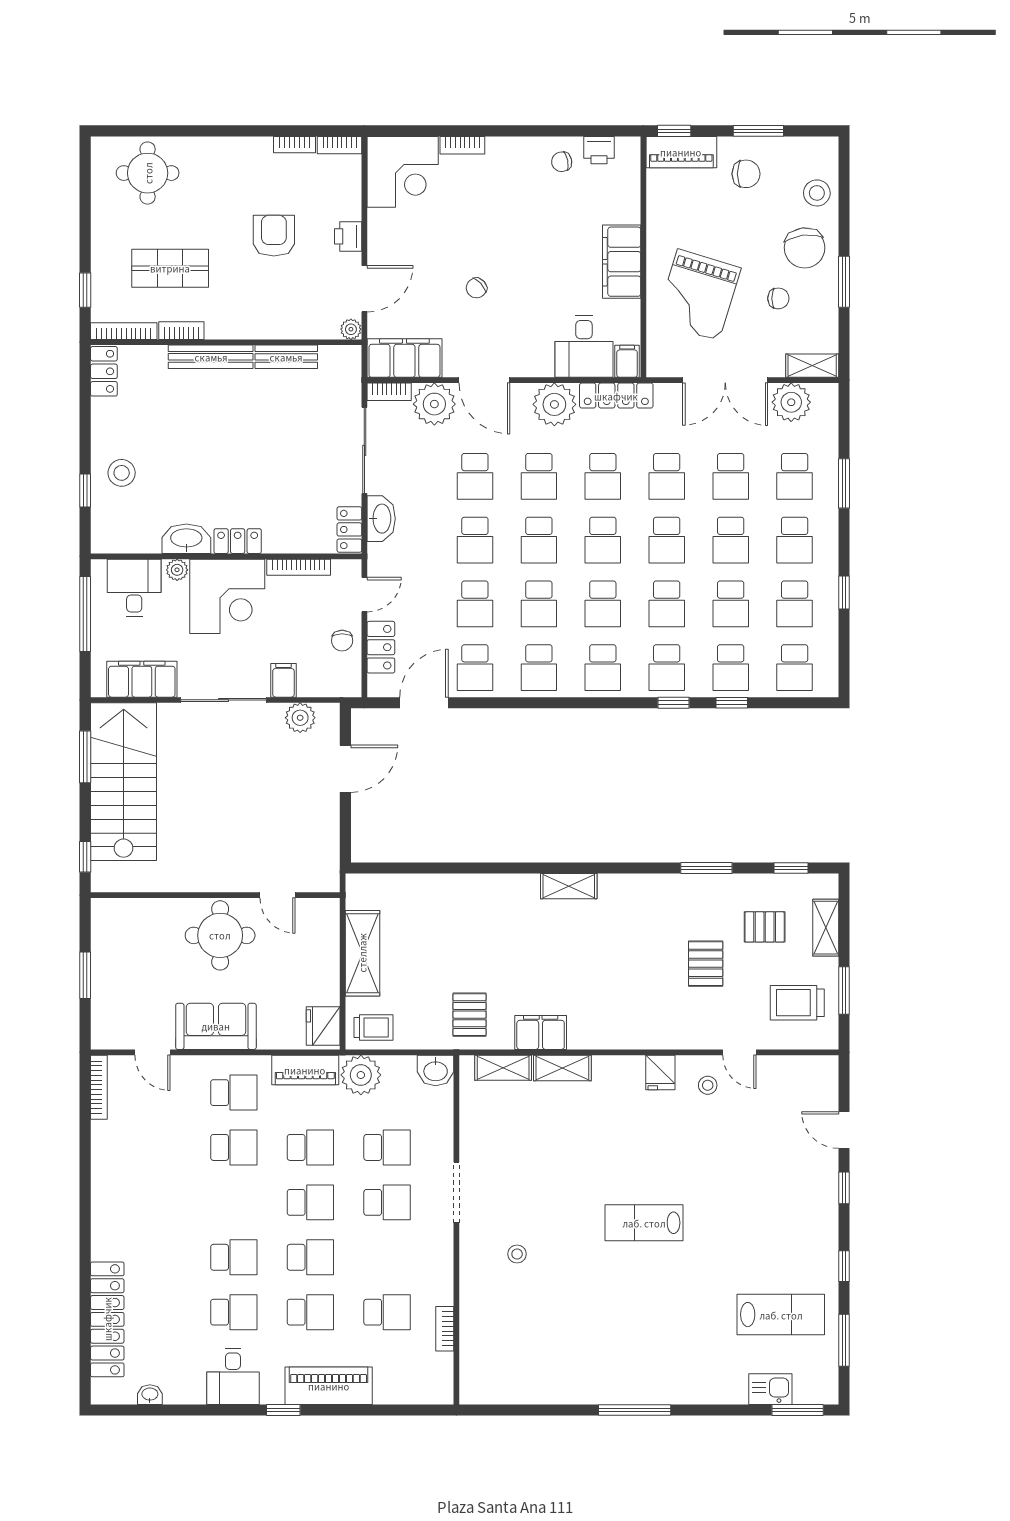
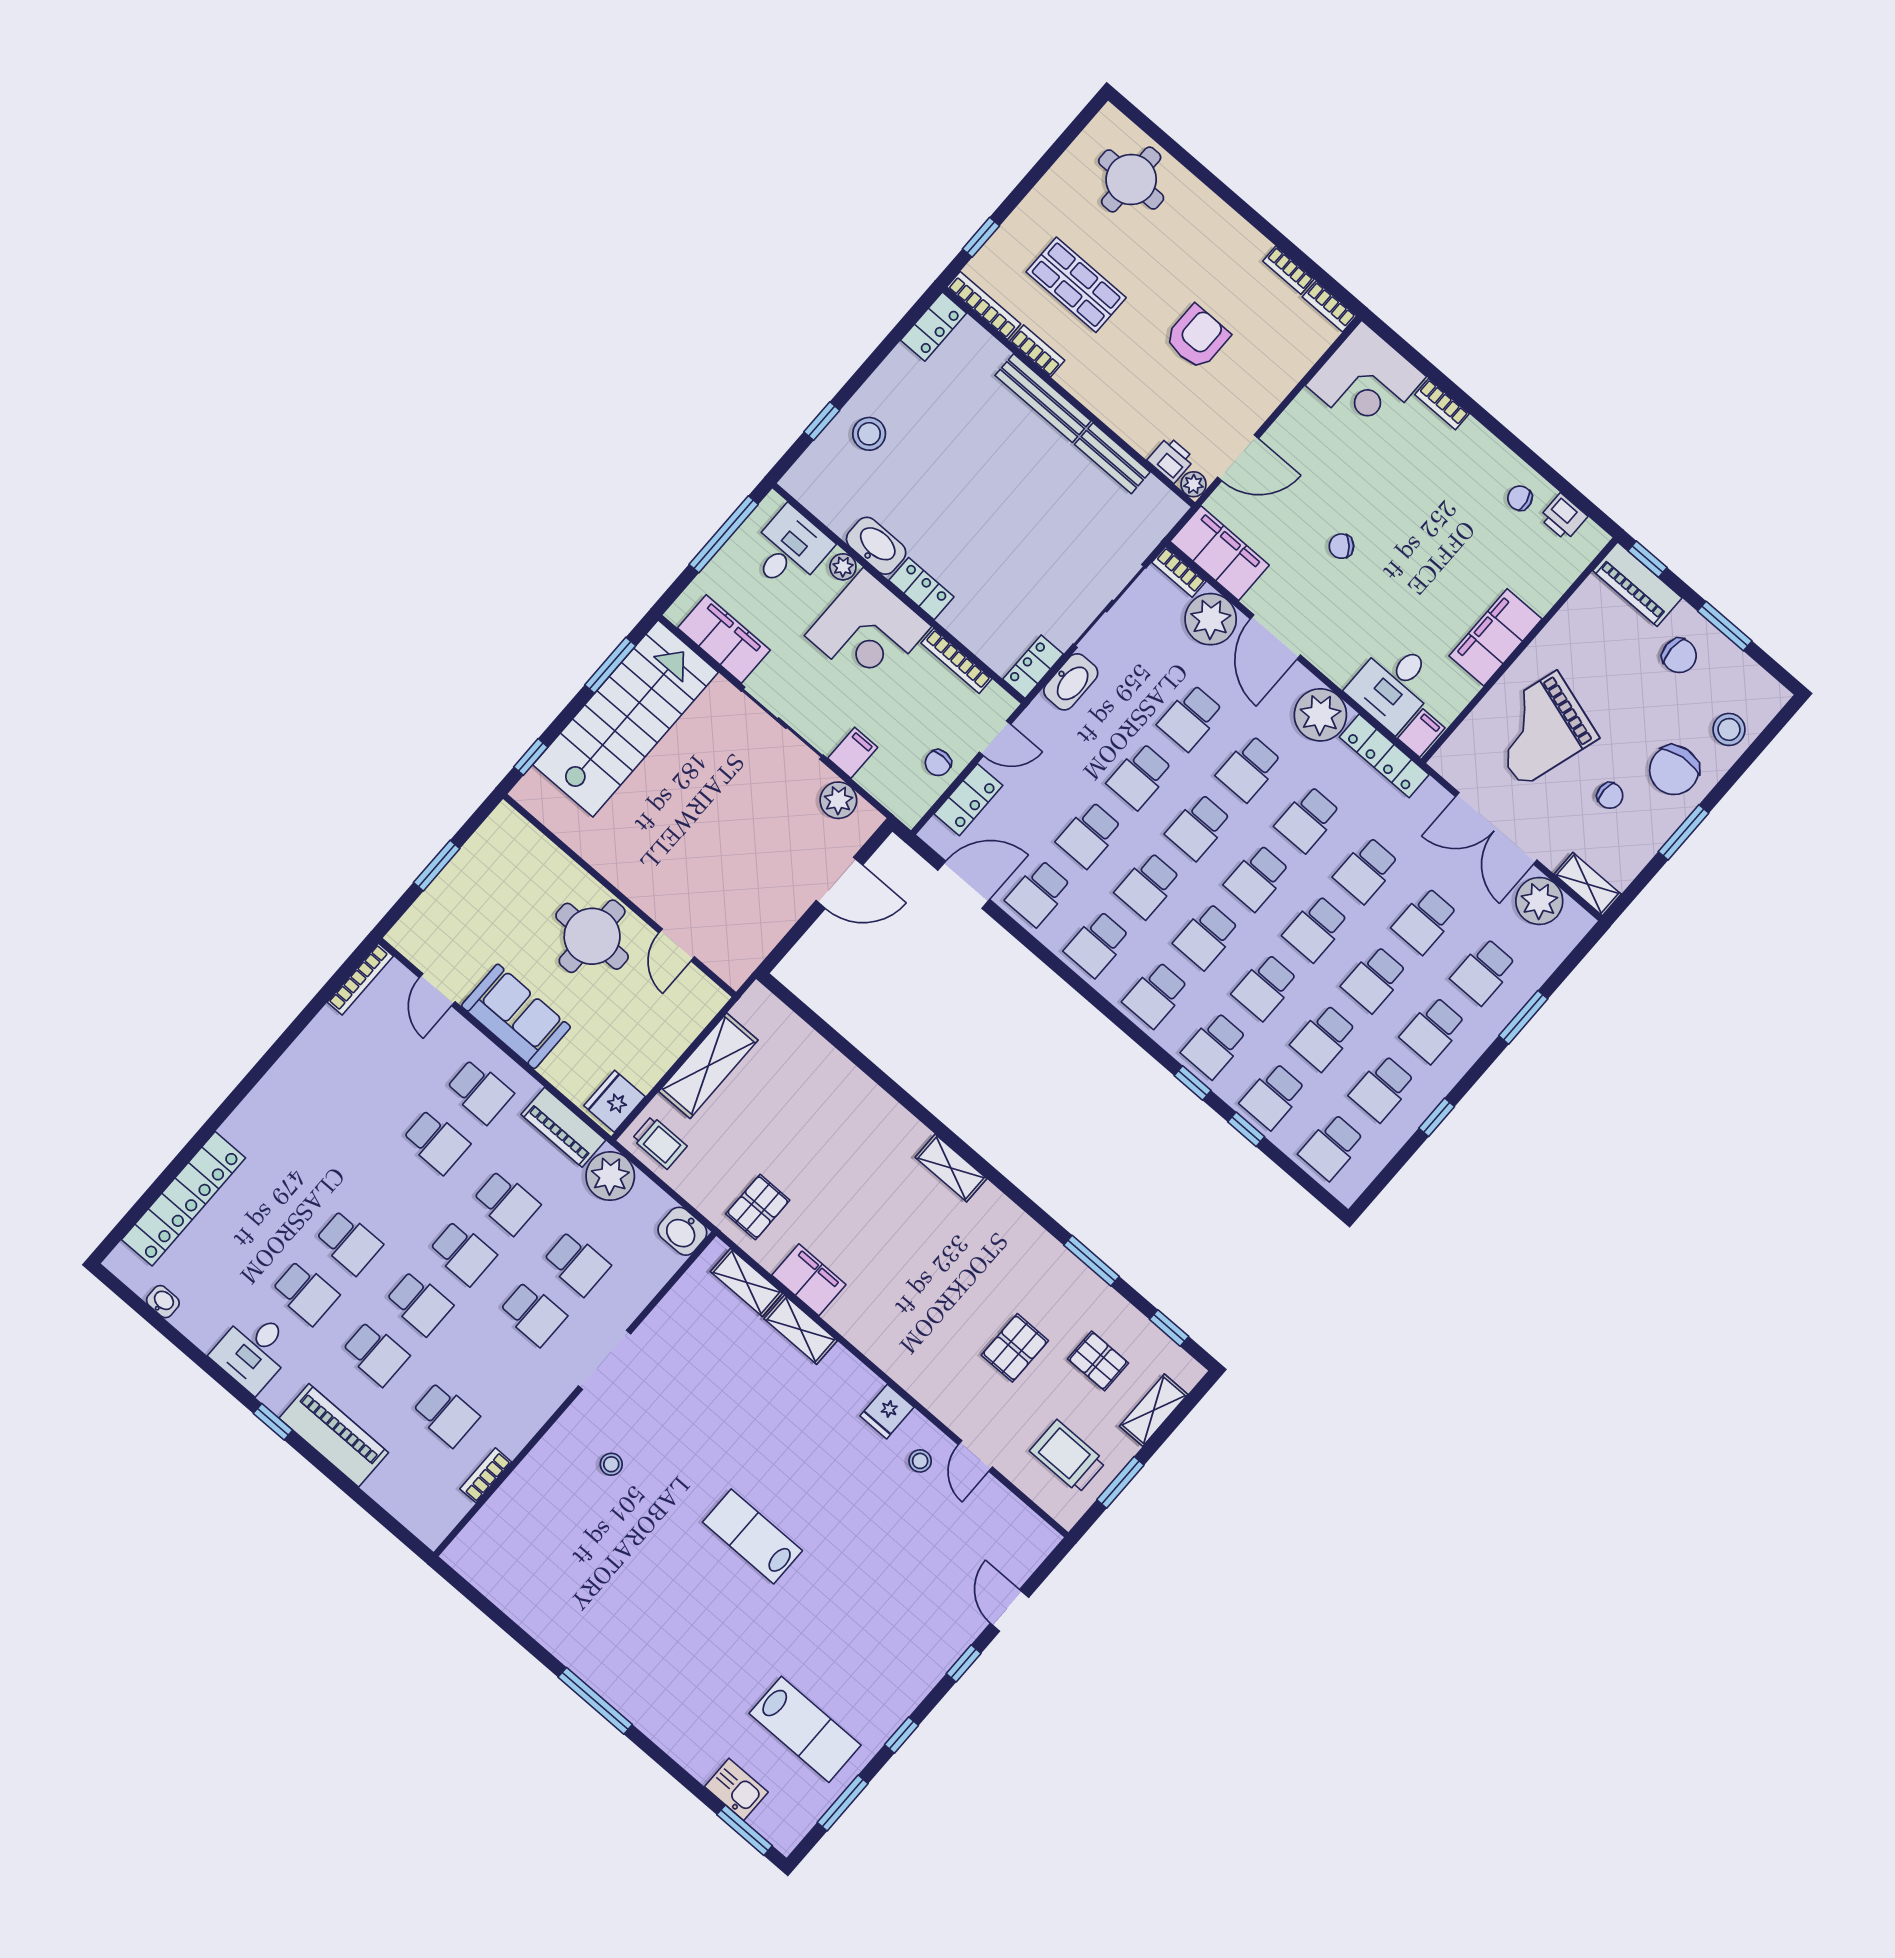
printer: (348, 236) -> (1171, 460), moved, turned 90

